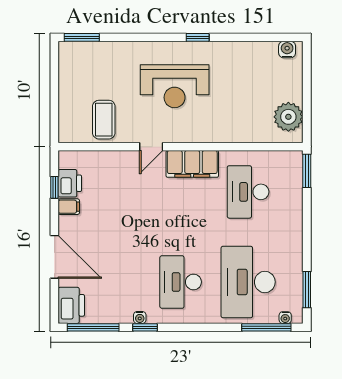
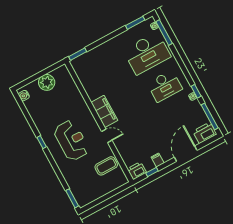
plant: (288, 117) -> (47, 82), moved
printer: (70, 183) -> (137, 171), moved
desk: (248, 192) -> (103, 77), removed

